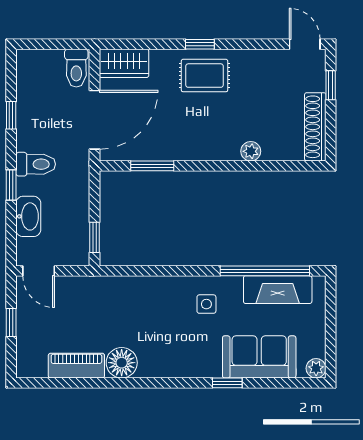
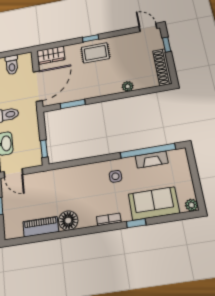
toilet: (76, 68) -> (12, 65), moved
fireplace: (278, 290) -> (152, 159), width x0.73, depth x0.76
bookcase: (186, 371) -> (109, 219), added

